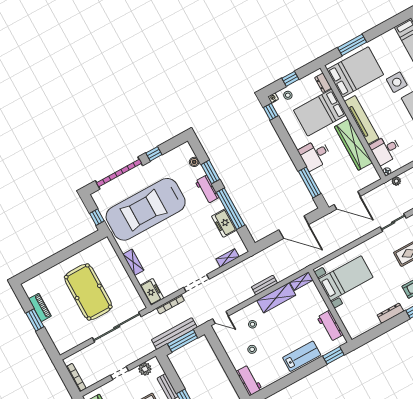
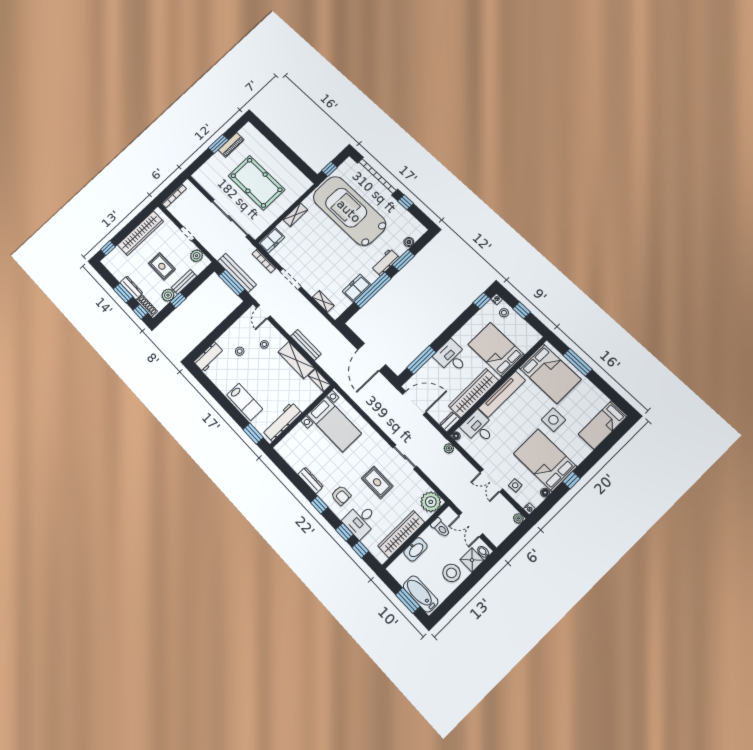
dresser: (323, 83) -> (450, 422), moved
door: (347, 200) -> (414, 403), swing flipped
bench: (264, 285) -> (306, 345), width x1.36
pool table: (88, 292) -> (256, 183), turned 90
workbench: (330, 326) -> (282, 422), width x1.37

